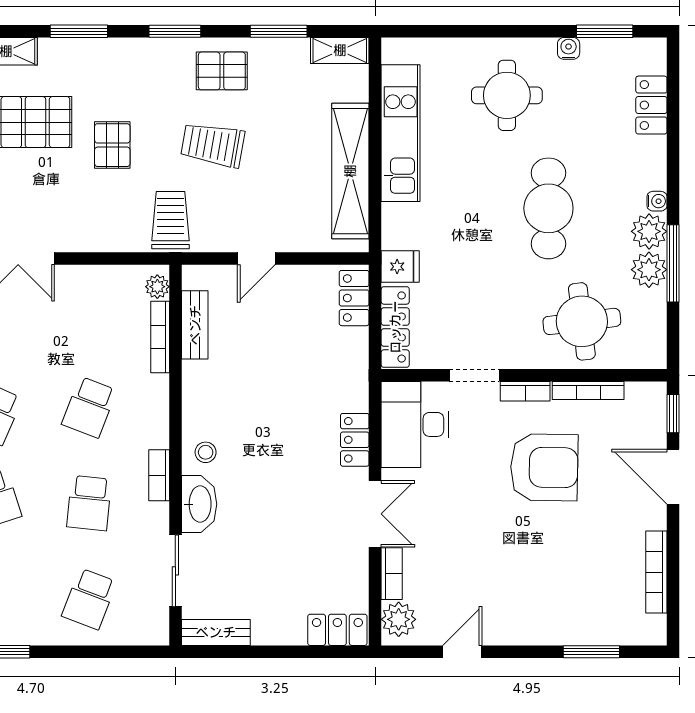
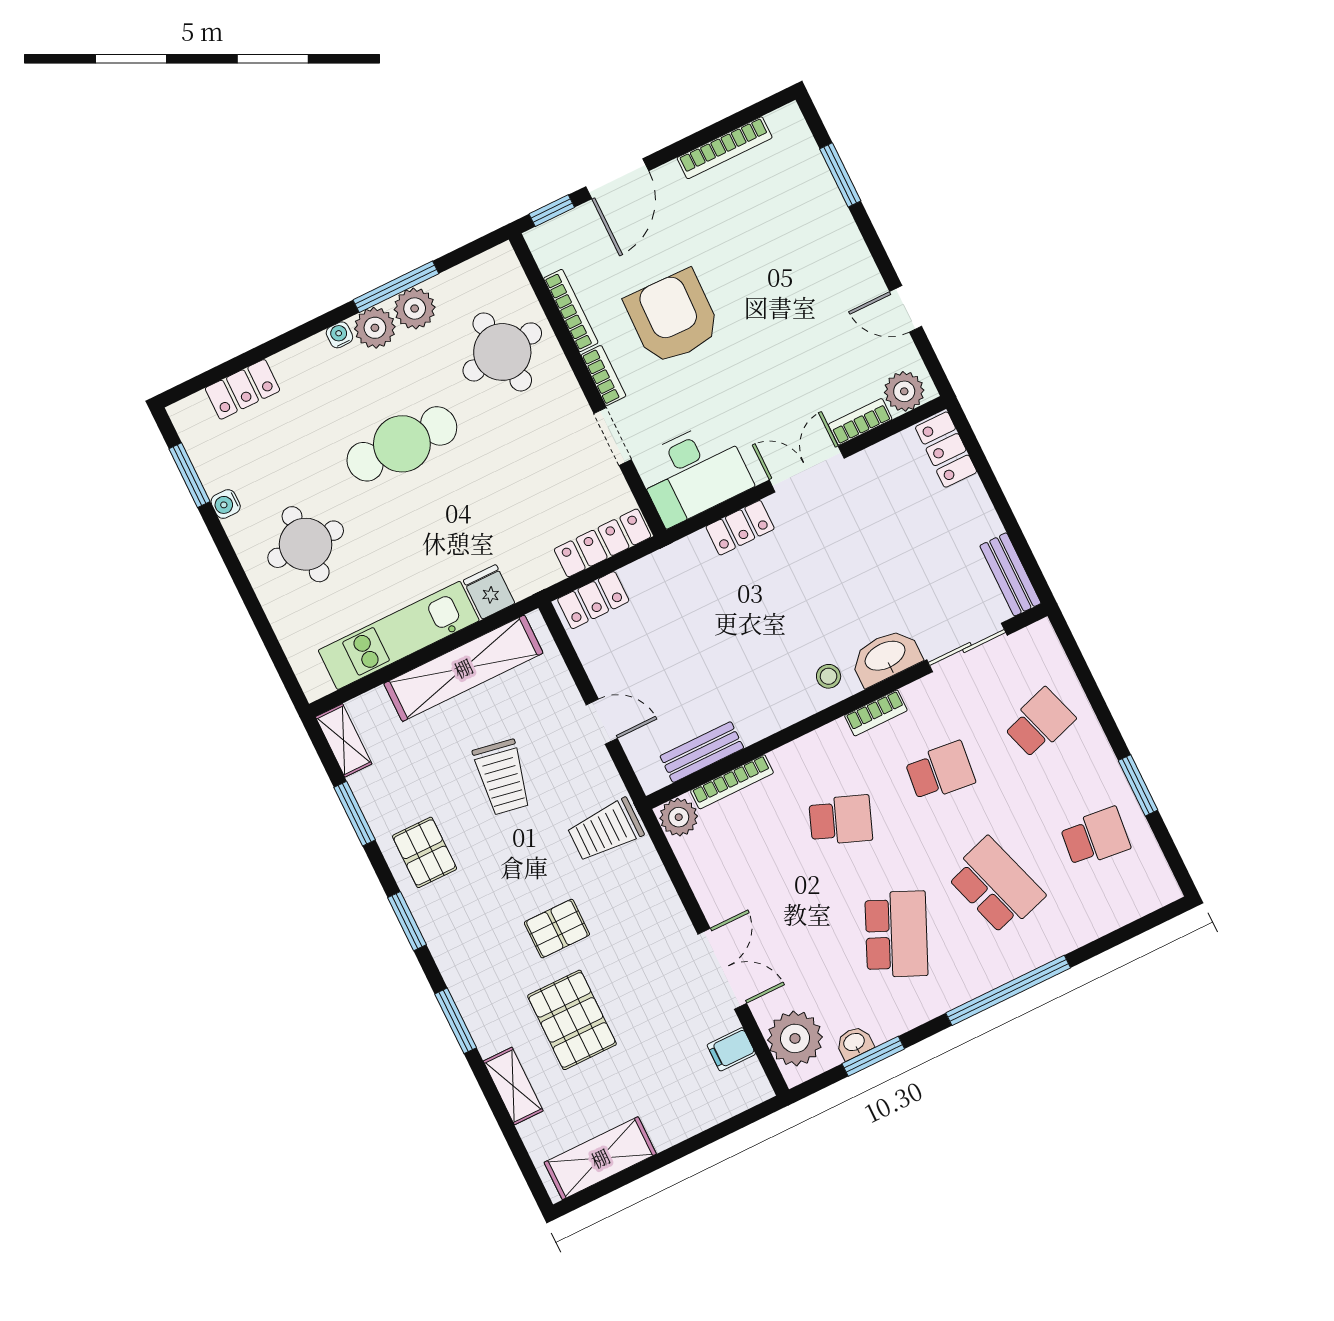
trolley: (213, 145) -> (502, 777), moved
fridge: (400, 267) -> (489, 592), moved
plant: (157, 287) -> (679, 817), width x1.38, depth x1.38
school desk: (89, 599) -> (1040, 723), turned -39

